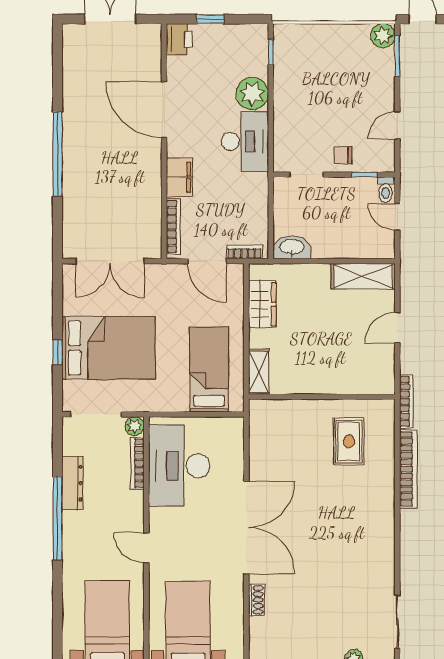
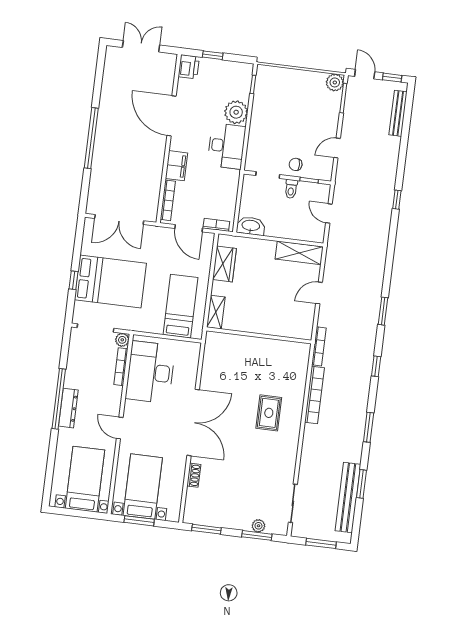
toilet: (386, 190) -> (291, 189), moved
rug: (349, 441) -> (269, 413), moved
dresser: (72, 483) -> (68, 408), moved

